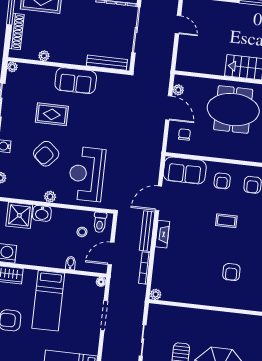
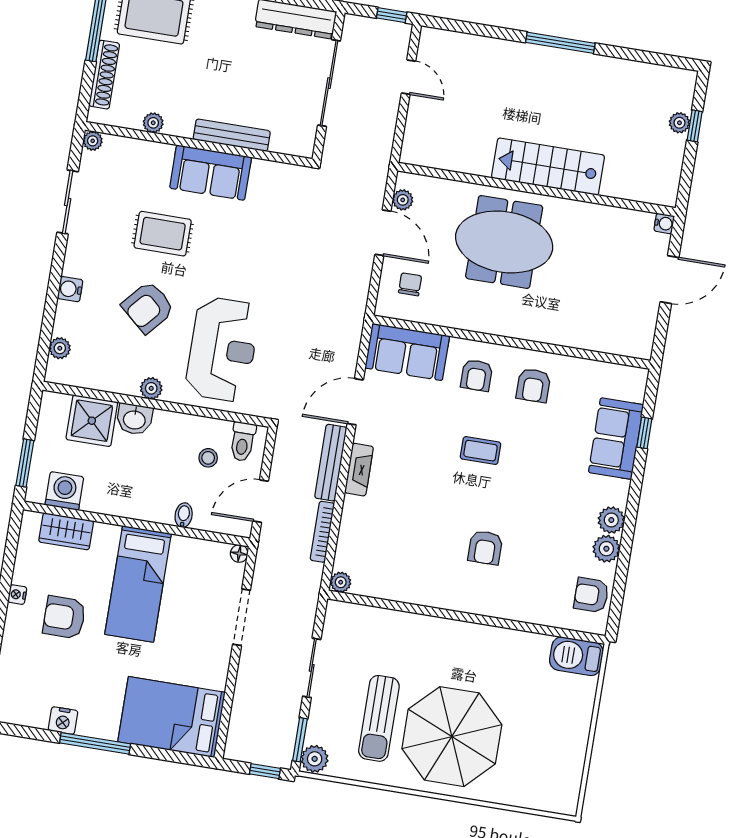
bench: (107, 63) -> (232, 135), moved
reception desk: (87, 174) -> (223, 349), turned 180

